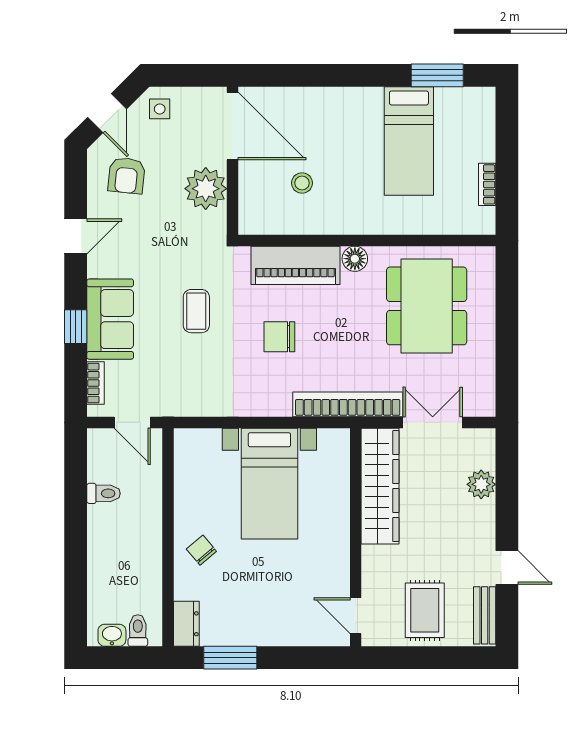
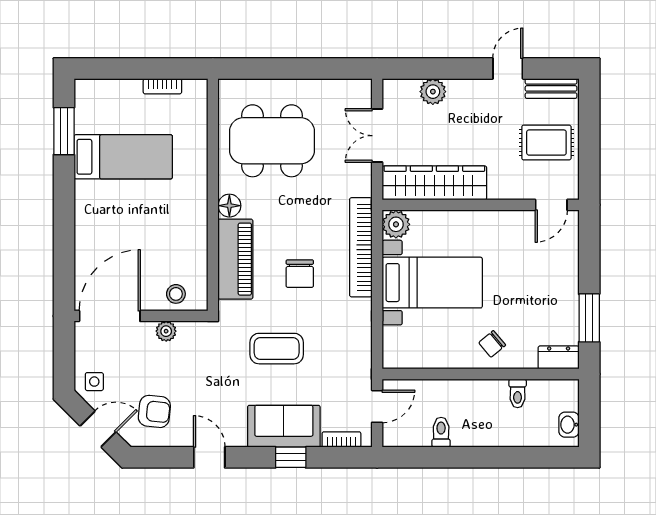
stool: (302, 183) -> (176, 294), moved
plant: (206, 189) -> (166, 331), width x0.53, depth x0.53
coffee table: (196, 311) -> (277, 349), width x1.36, depth x1.30
bookcase: (348, 404) -> (361, 247), moved
plant: (334, 443) -> (396, 224), added
toilet: (138, 631) -> (518, 393), moved, turned -90

